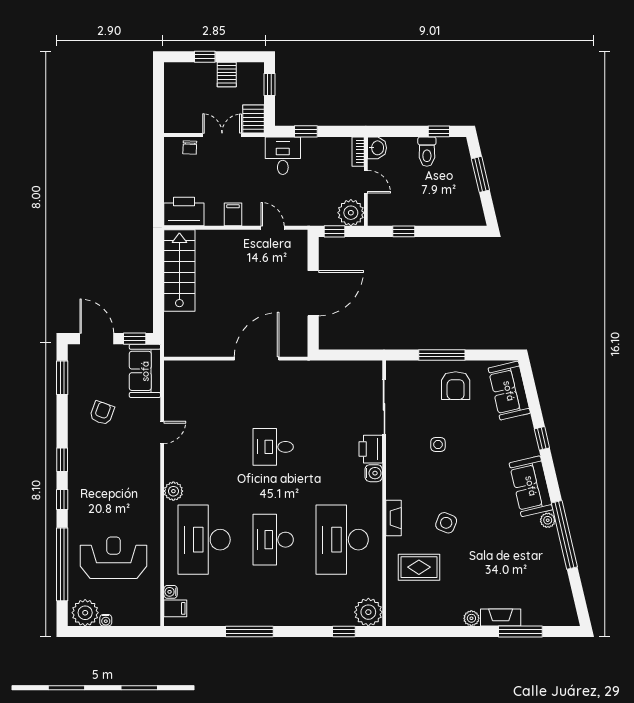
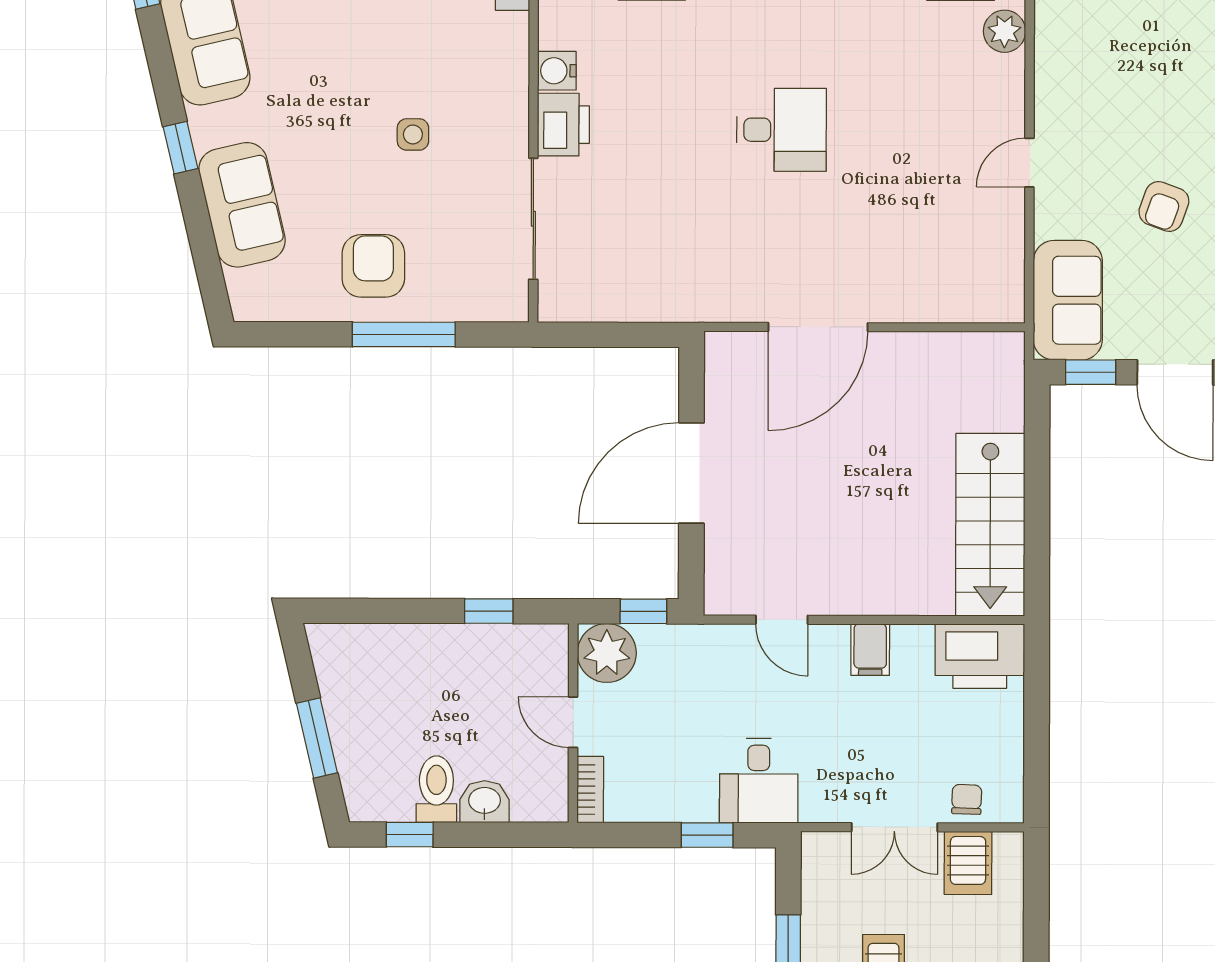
server rack: (253, 119) -> (968, 863), moved
washbasin: (377, 148) -> (485, 802), moved, turned 90
sofa: (509, 391) -> (242, 205), moved

